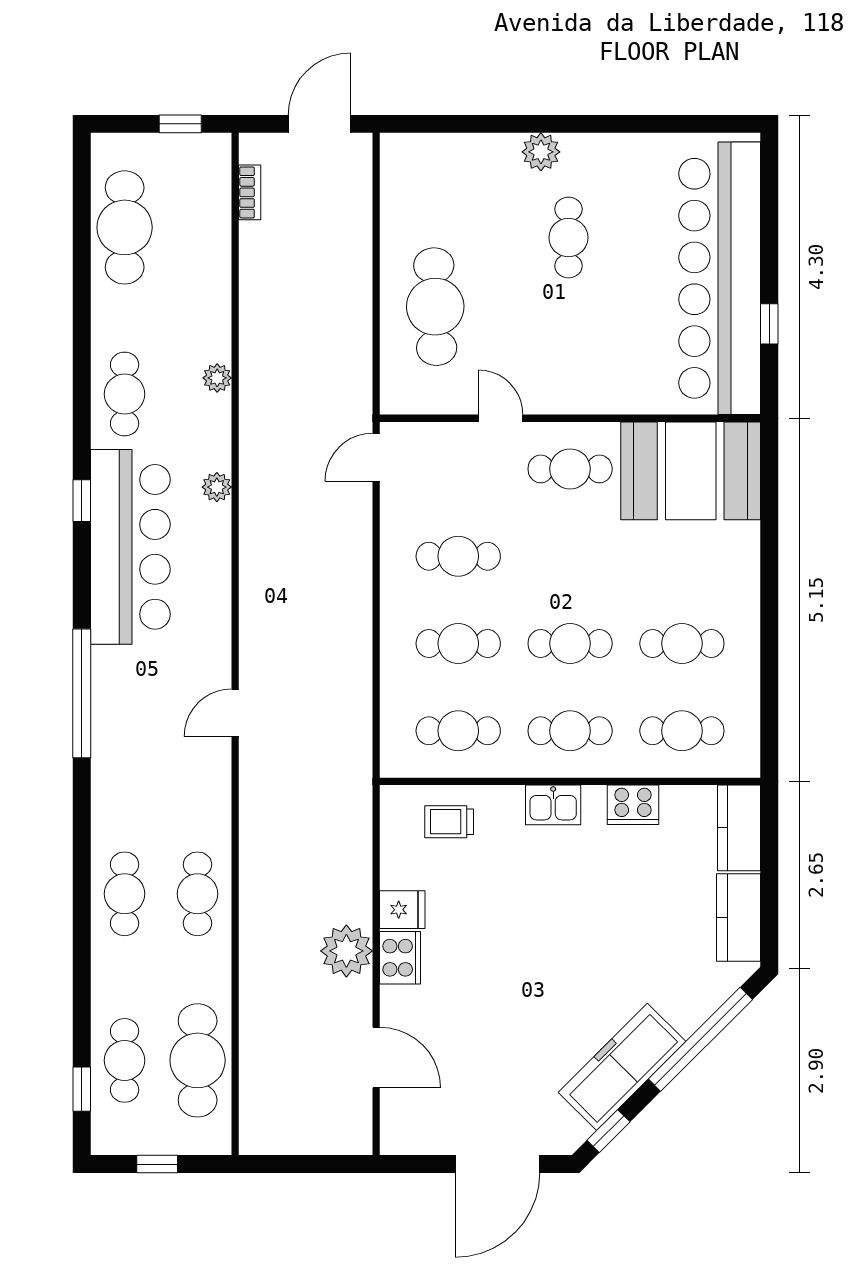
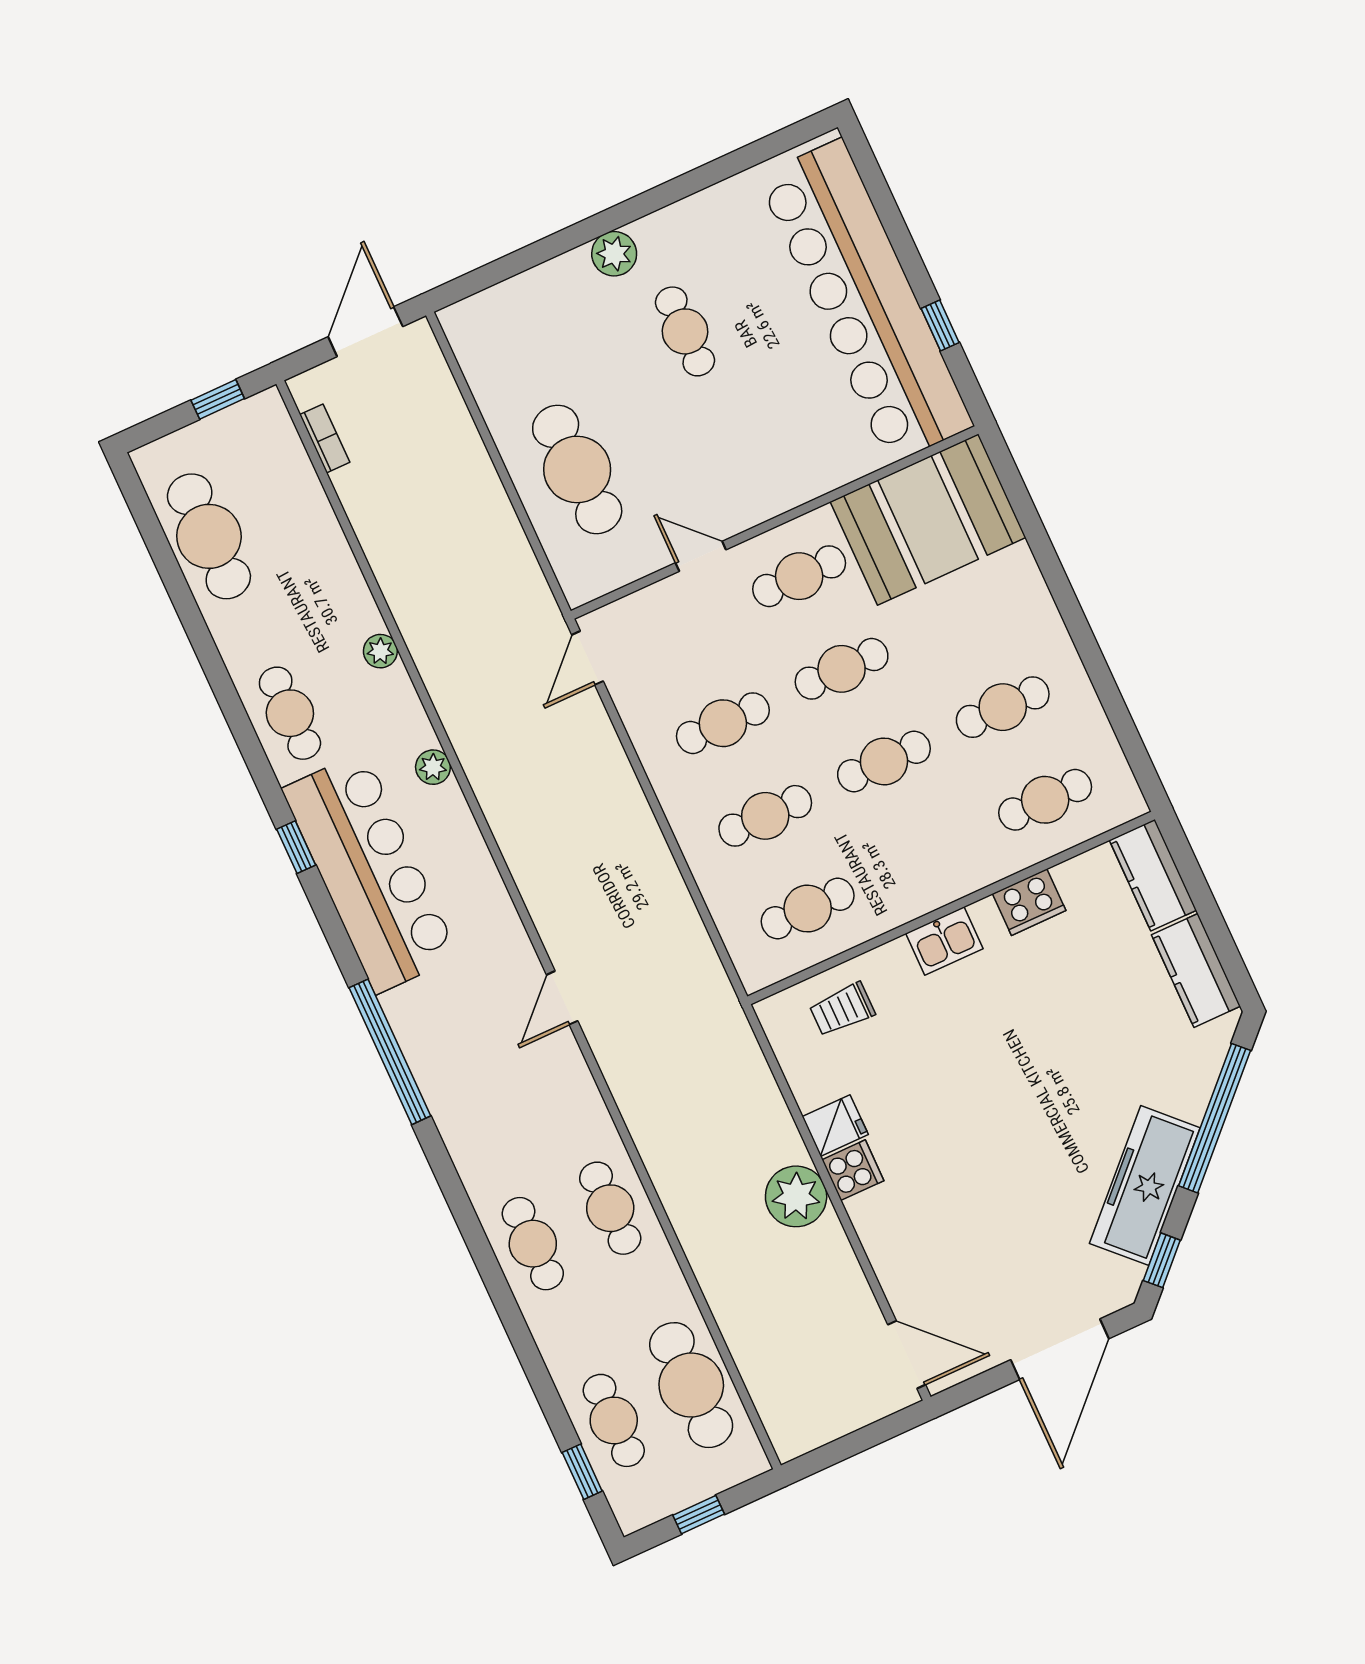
cafe table: (570, 731) -> (842, 669), moved
cooker: (400, 958) -> (853, 1170), width x0.73
door: (376, 1058) -> (907, 1355), moved

